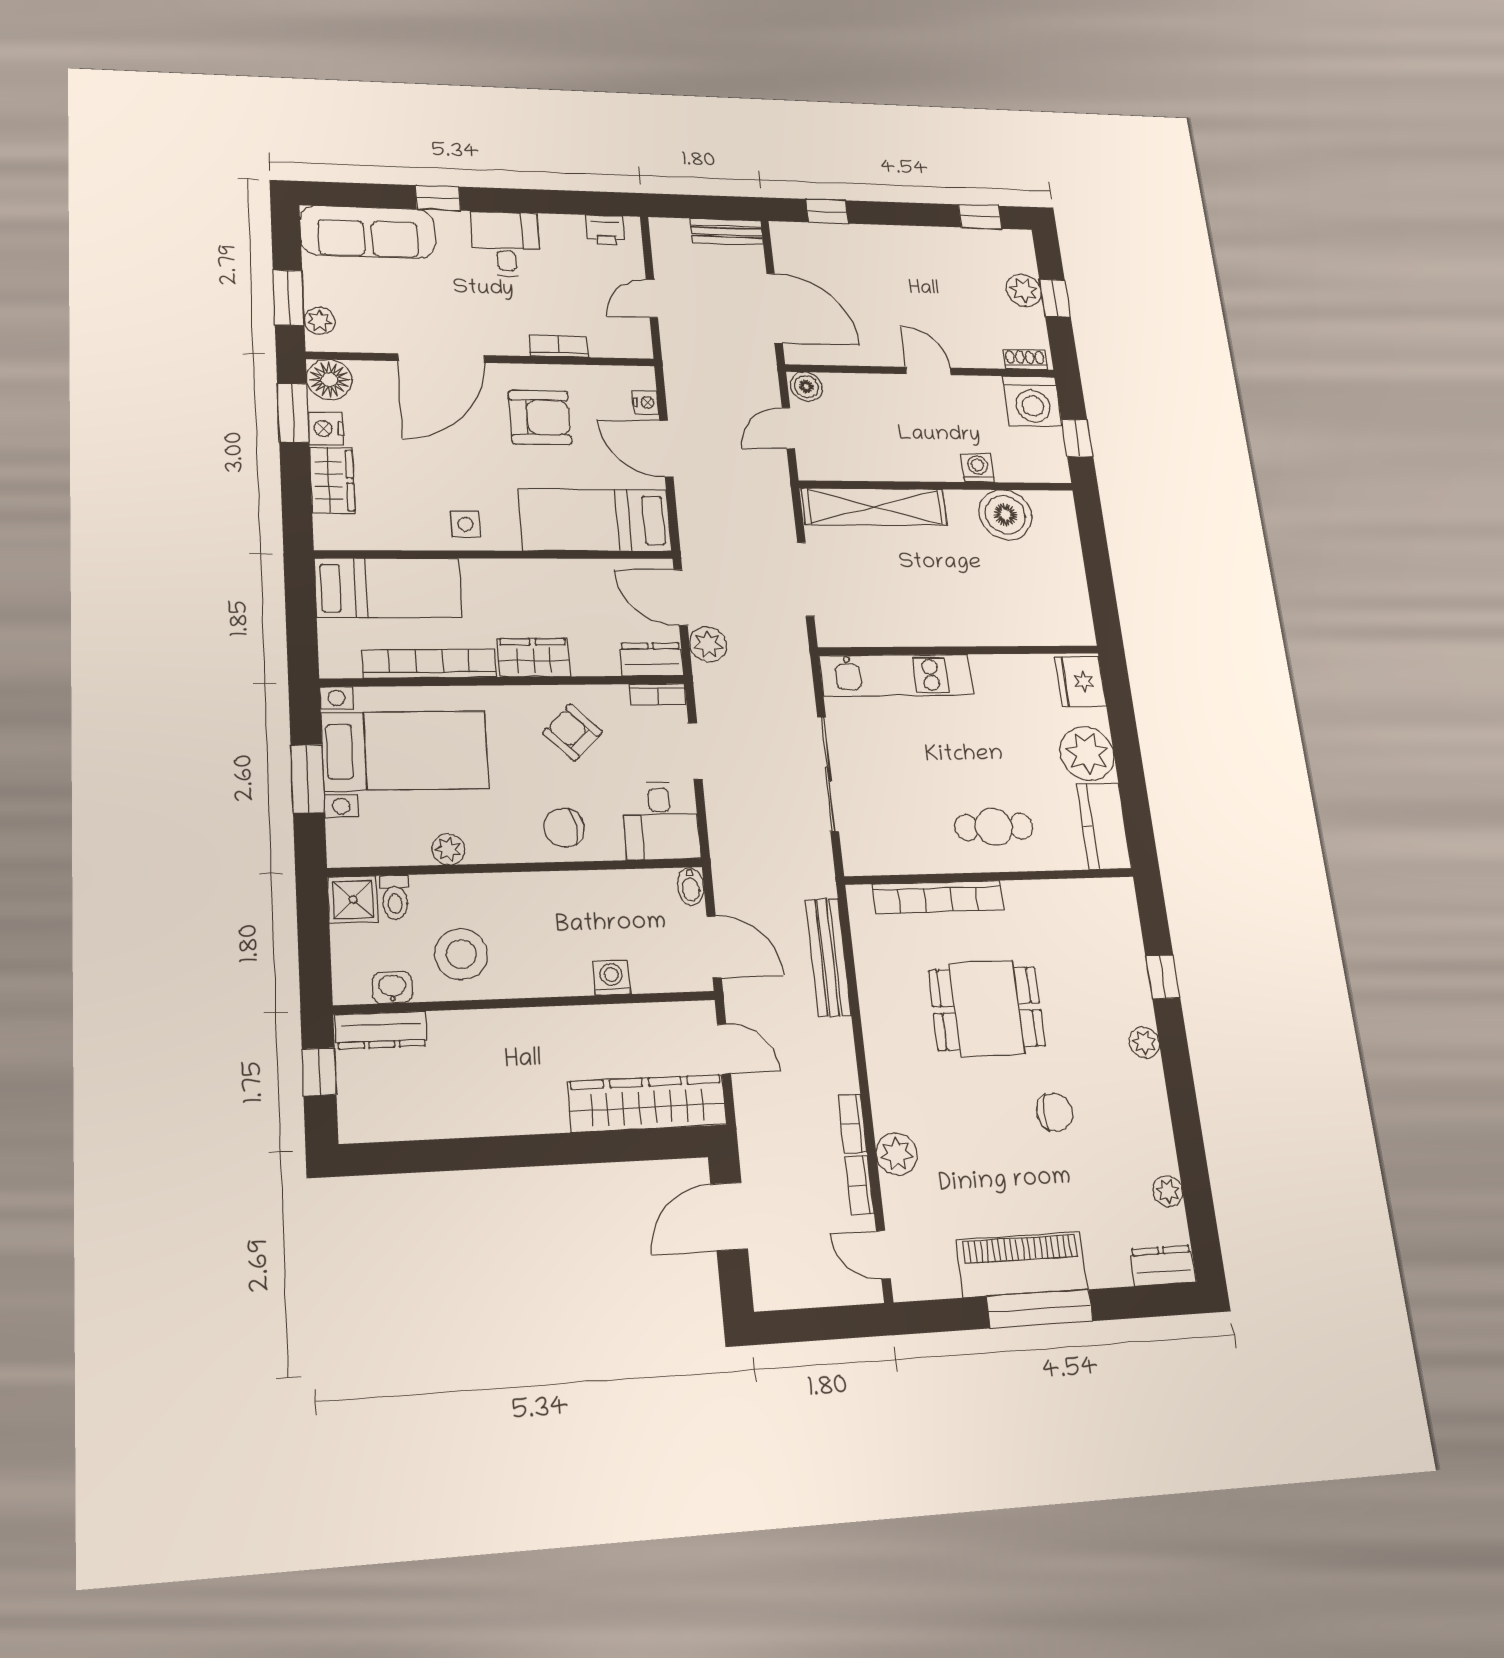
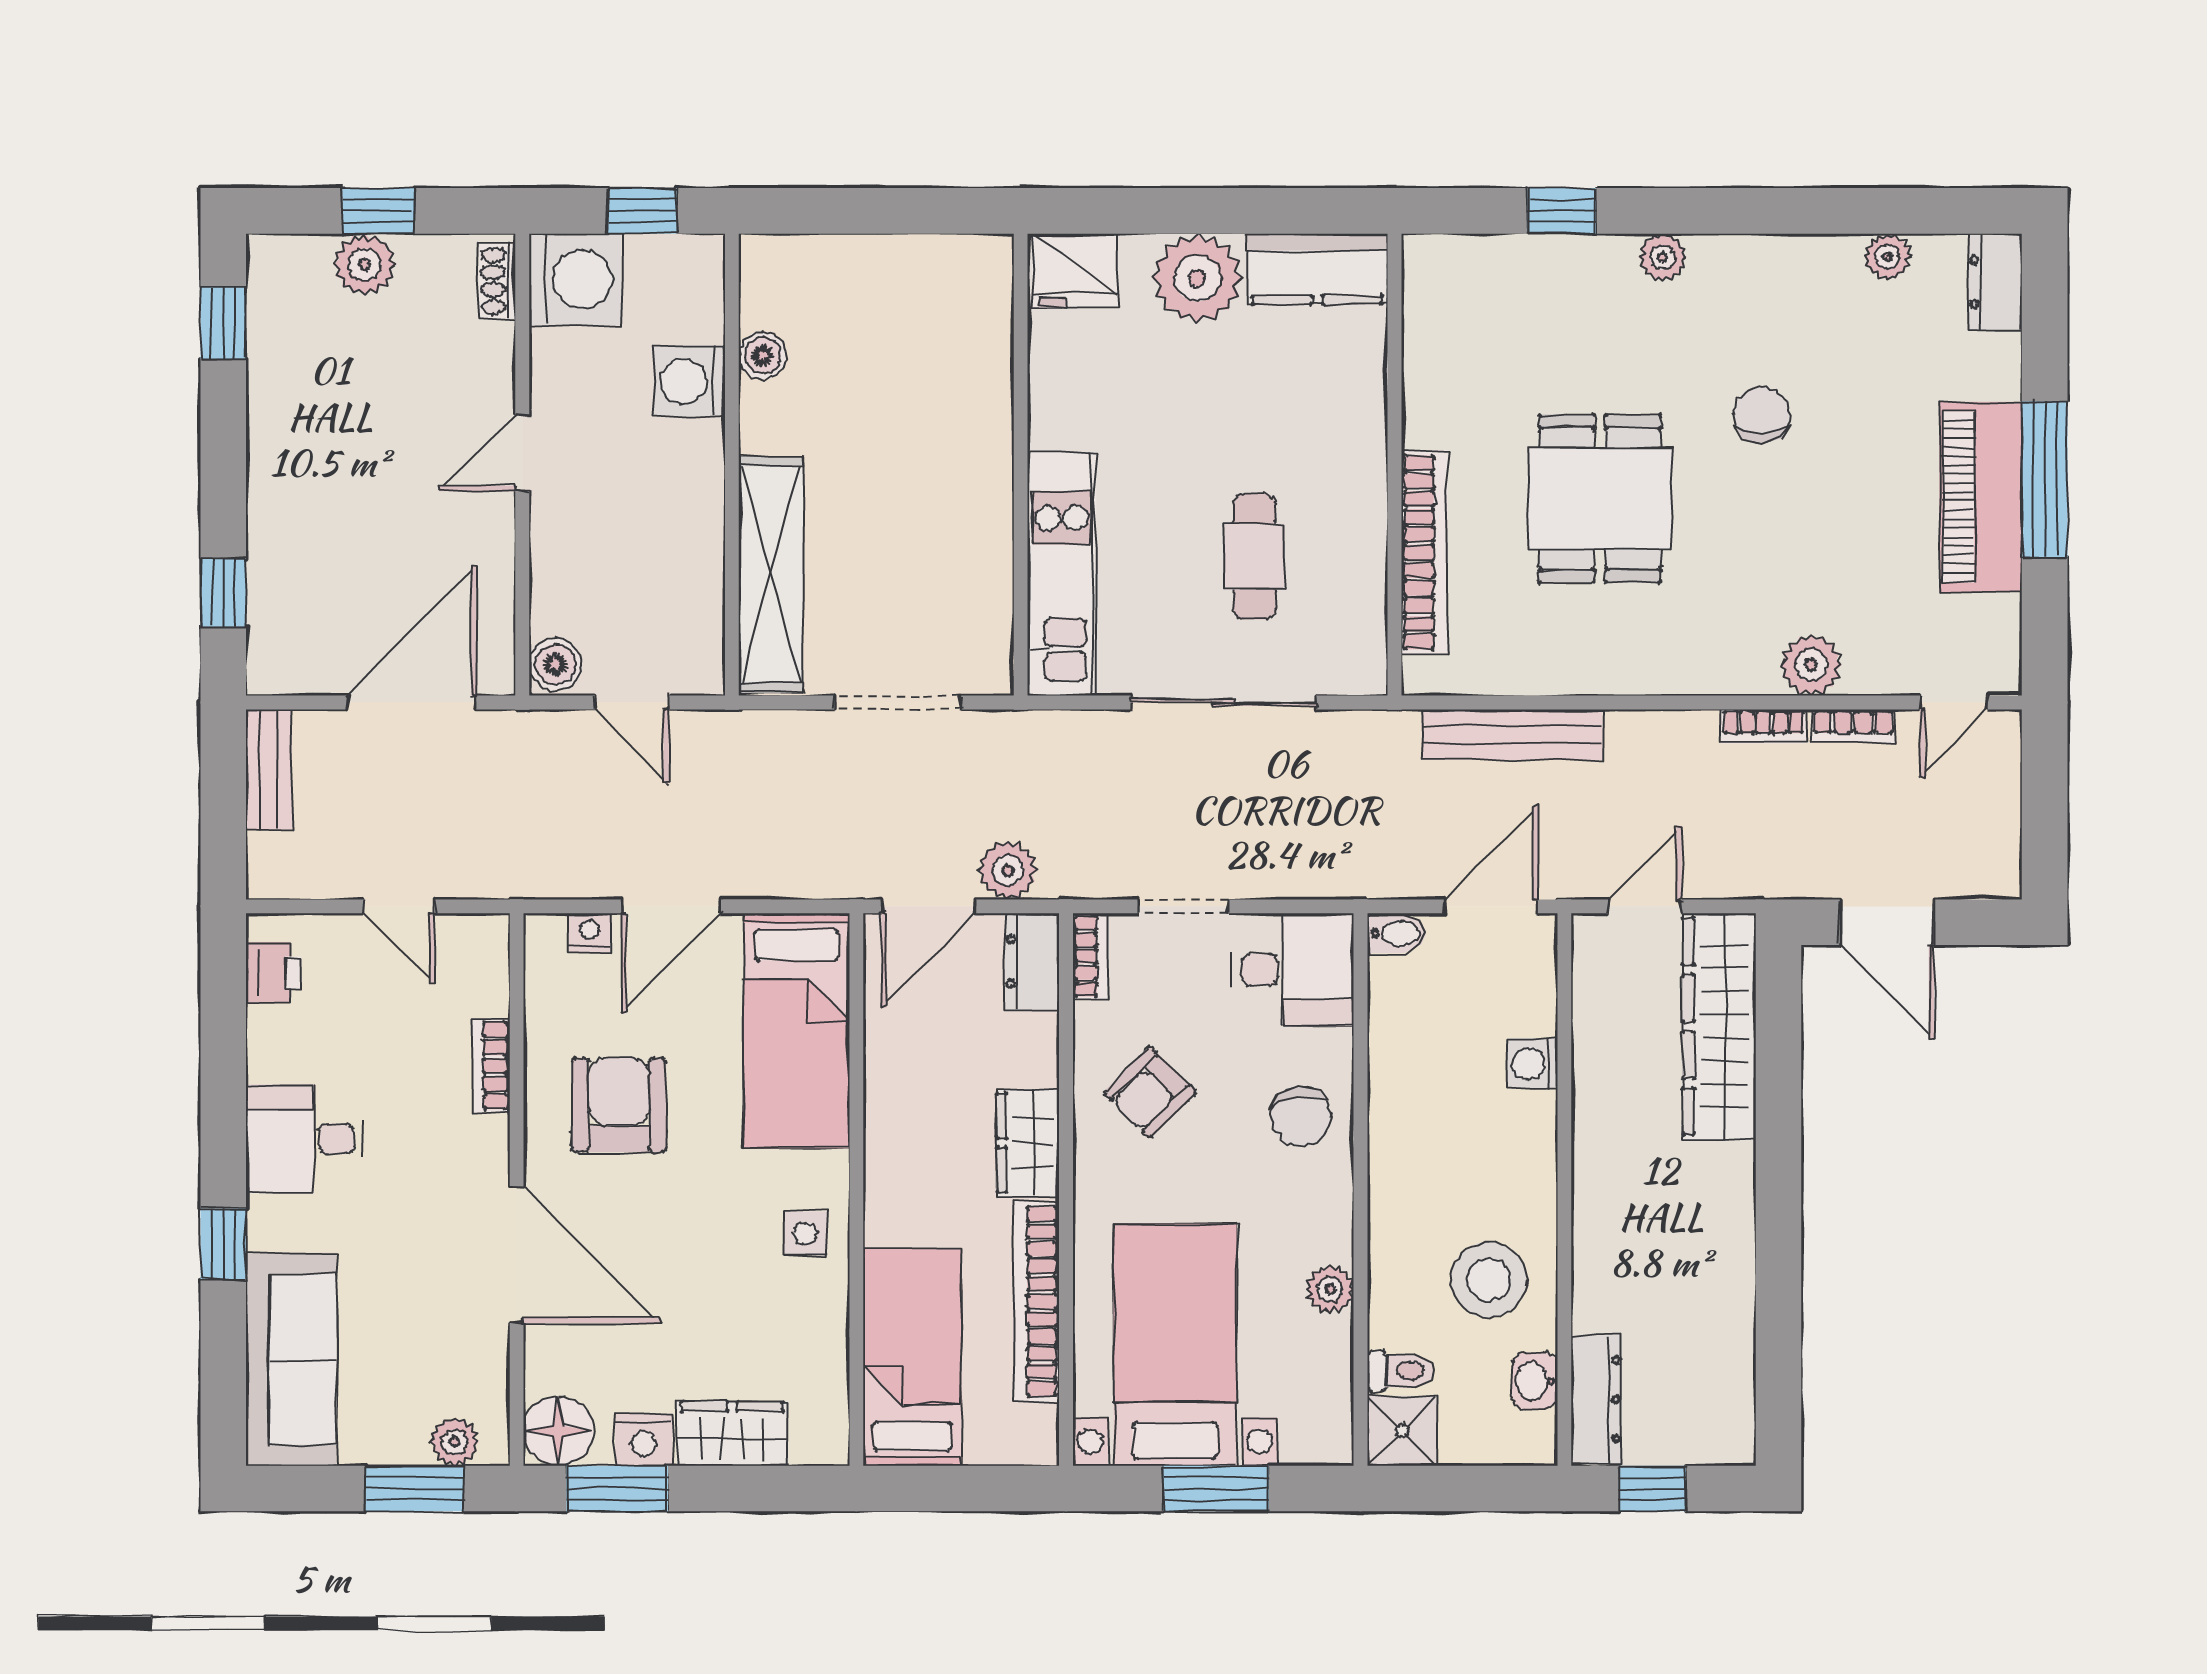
washing machine: (978, 468) -> (689, 381), width x1.38, depth x1.38
boiler: (1005, 515) -> (763, 355), width x0.54, depth x0.54
cafe table: (994, 827) -> (1254, 557), moved

